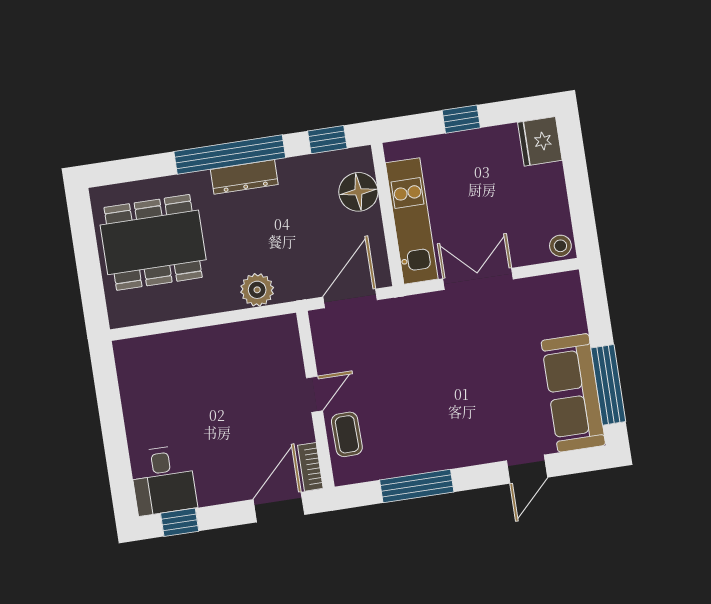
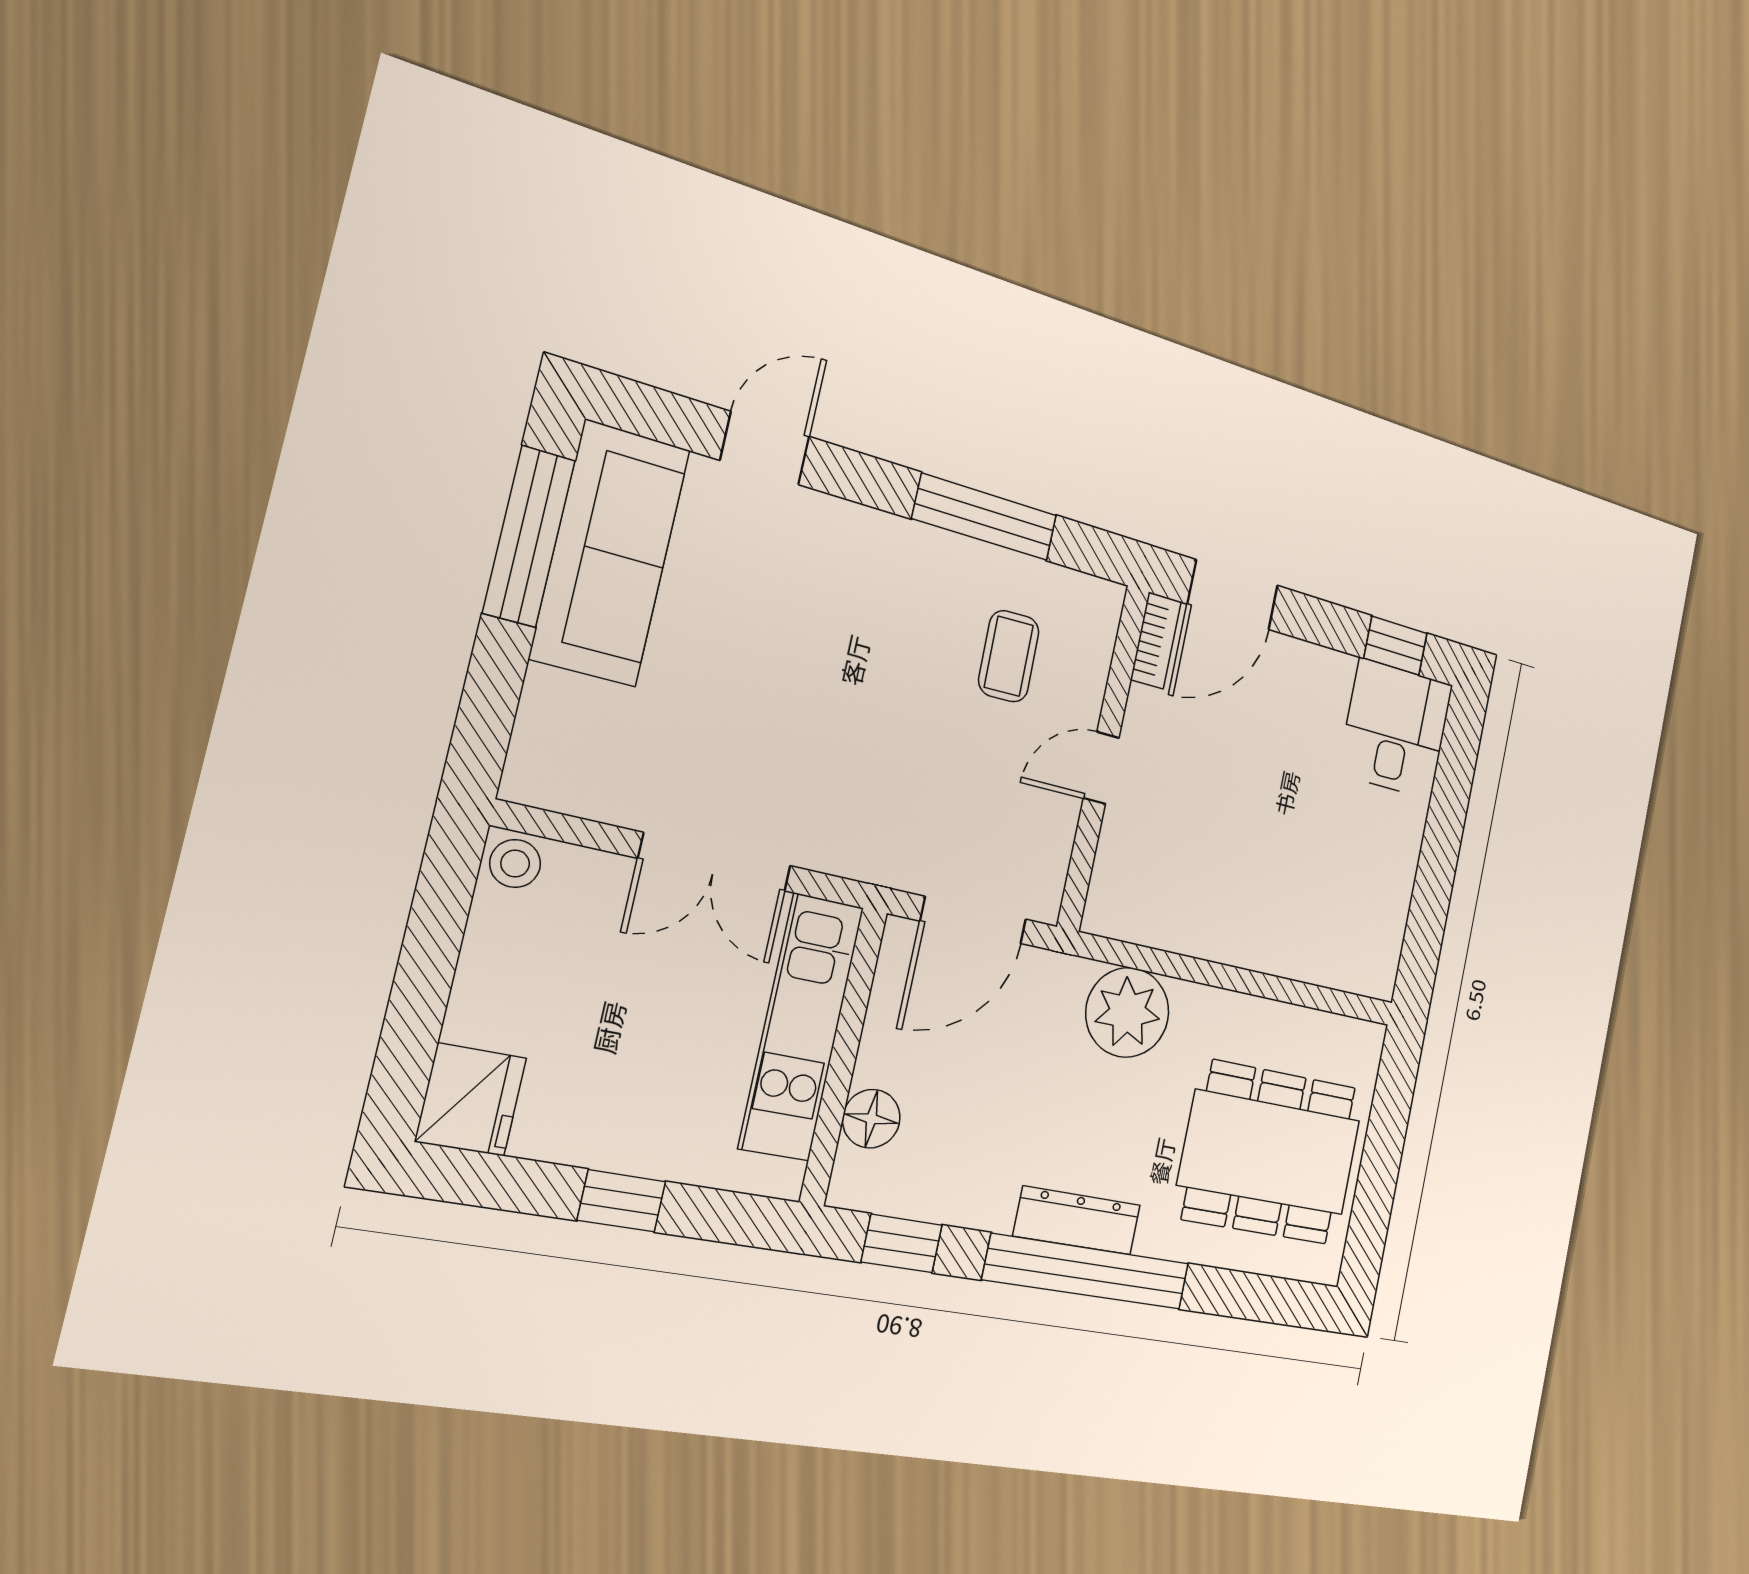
floor lamp: (358, 192) -> (871, 1119), width x0.73, depth x0.73
plant: (257, 290) -> (1127, 1012), width x1.36, depth x1.36
coffee table: (347, 434) -> (1009, 656), moved

